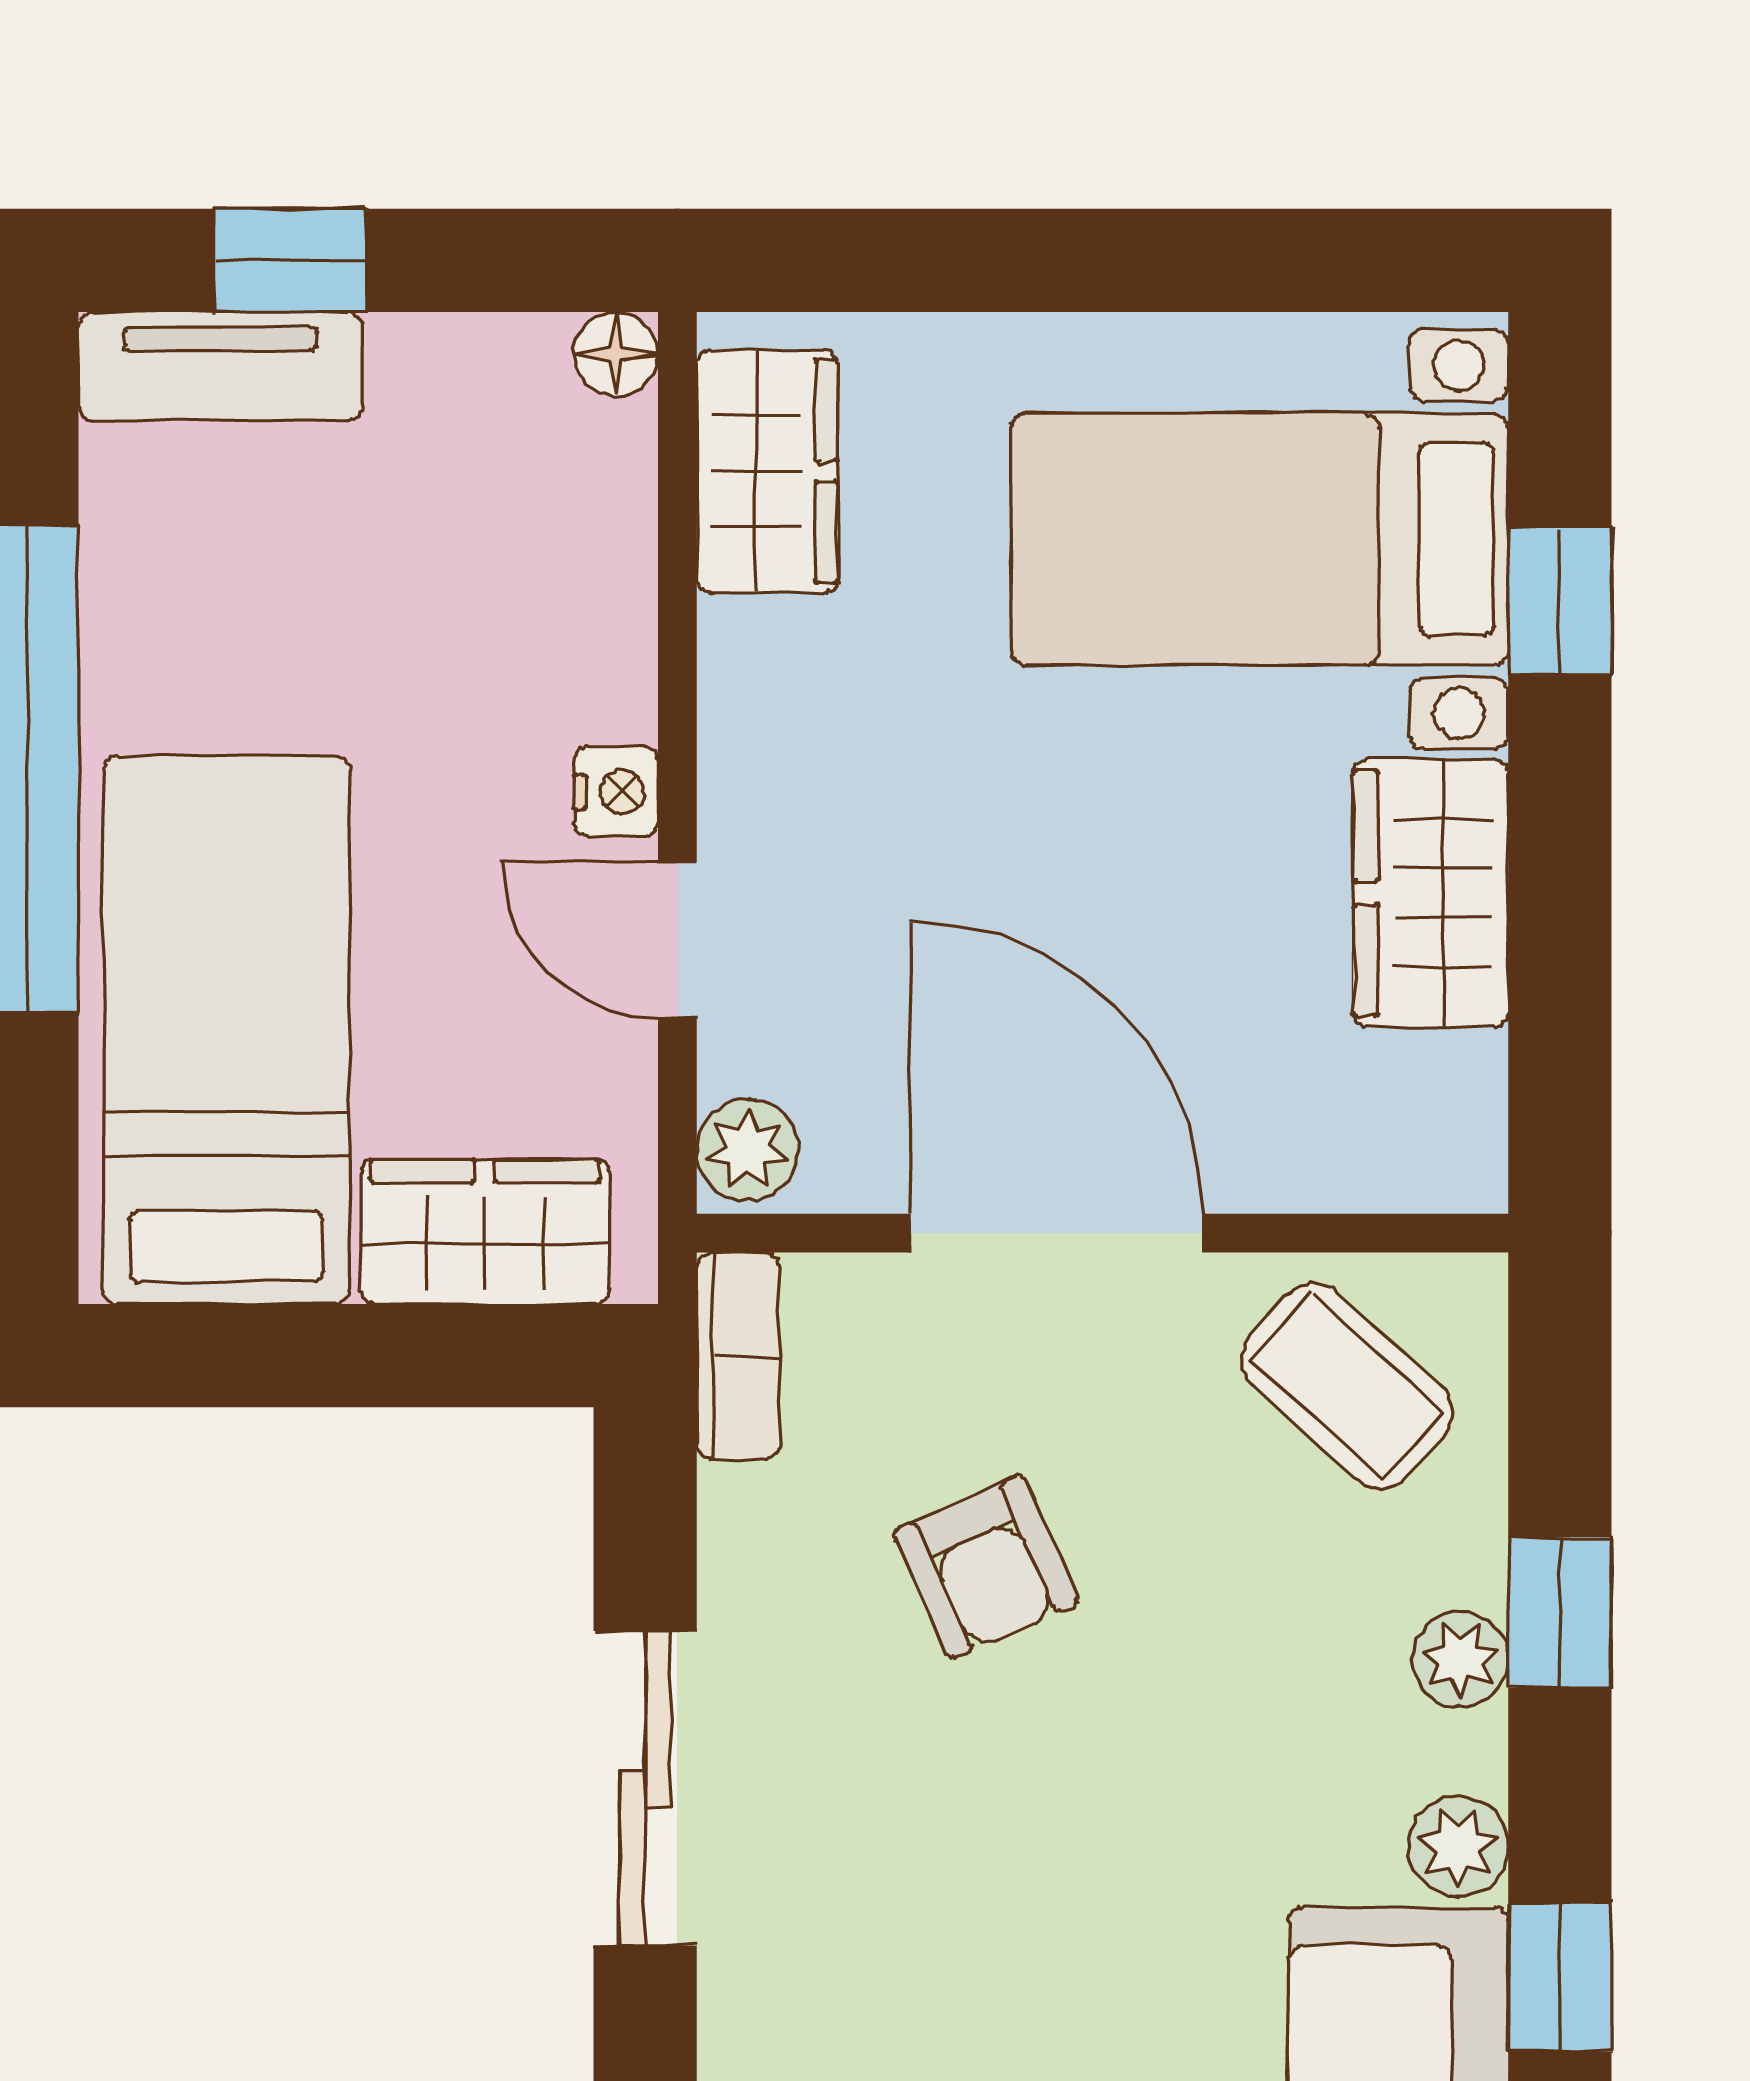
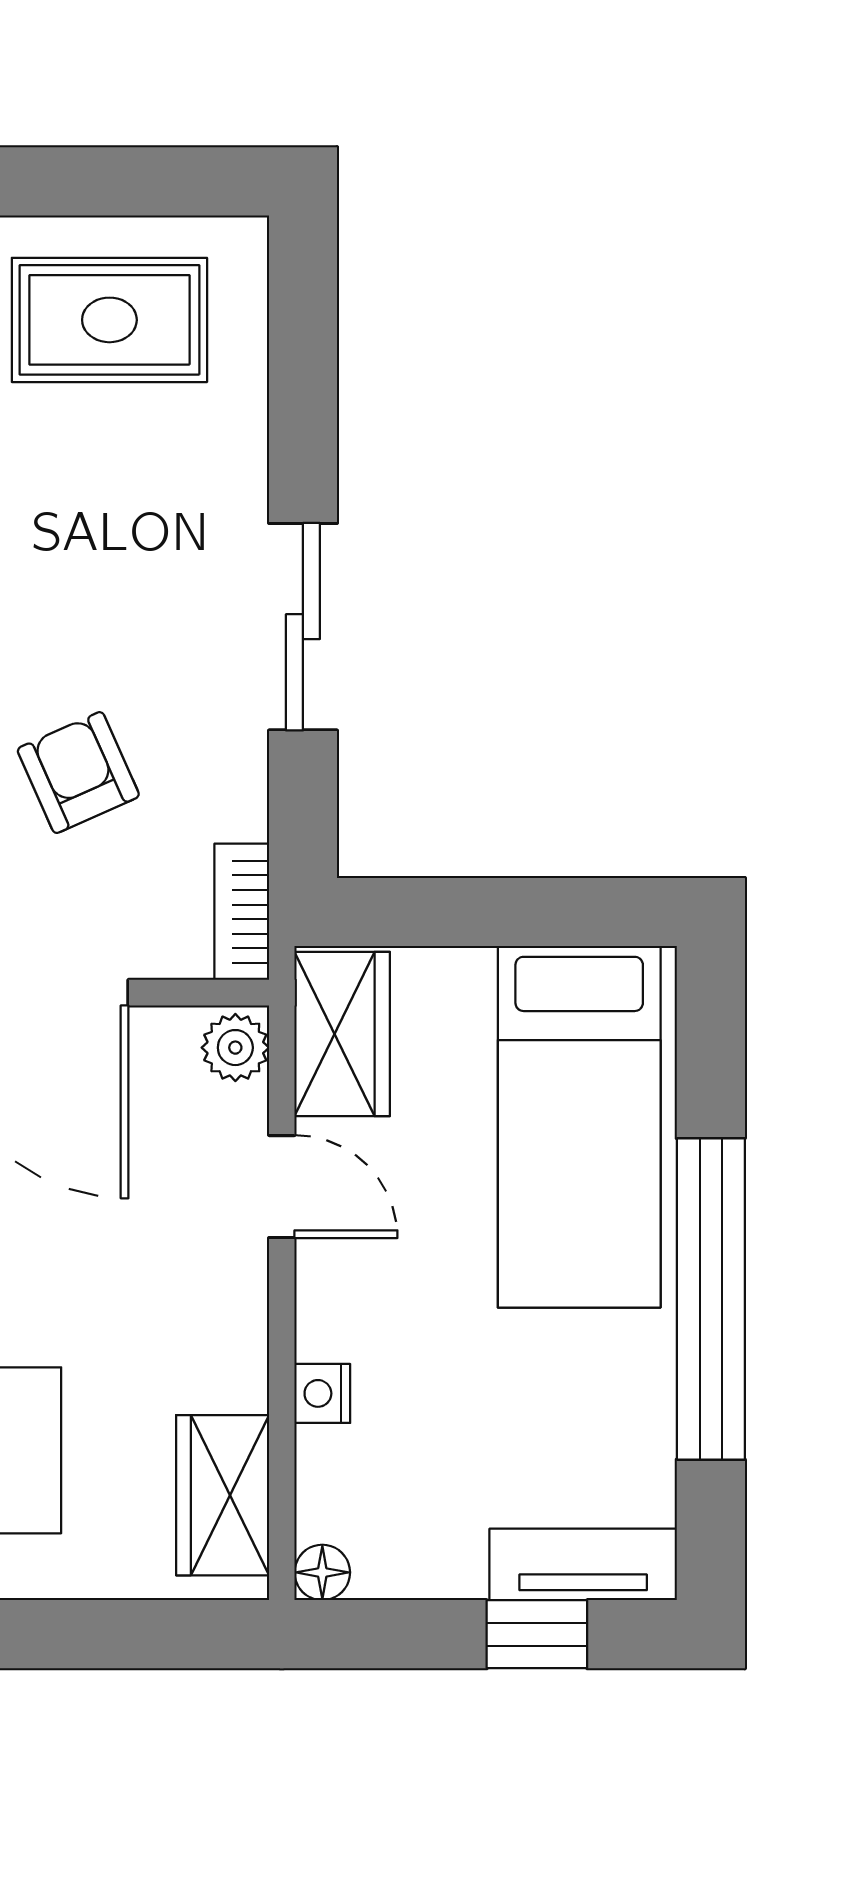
nightstand: (616, 792) -> (322, 1393), moved
wardrobe: (485, 1232) -> (342, 1034), moved, turned -90

